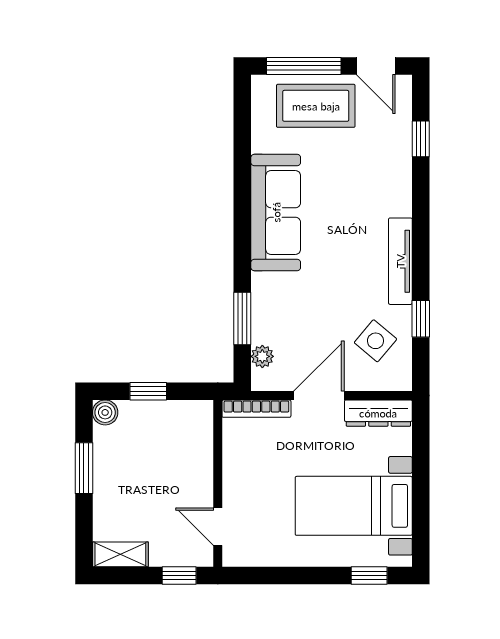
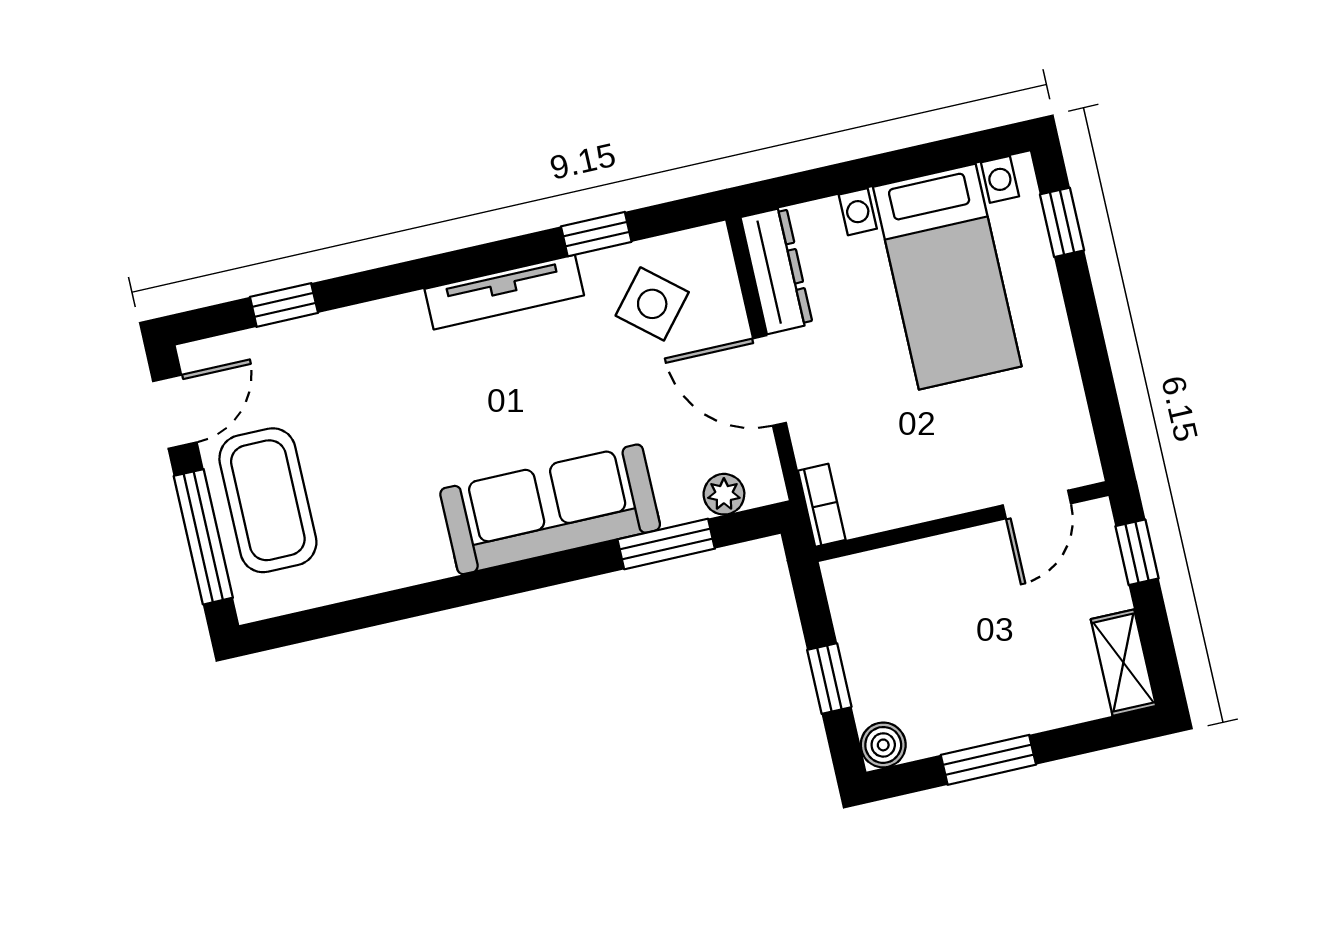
sofa: (276, 212) -> (550, 509), moved
bookcase: (256, 409) -> (822, 505), width x0.64

